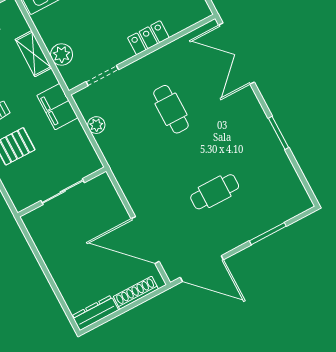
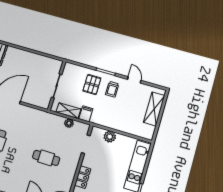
shelving: (33, 54) -> (68, 111), moved
filing cabinet: (57, 107) -> (86, 114), width x0.50

